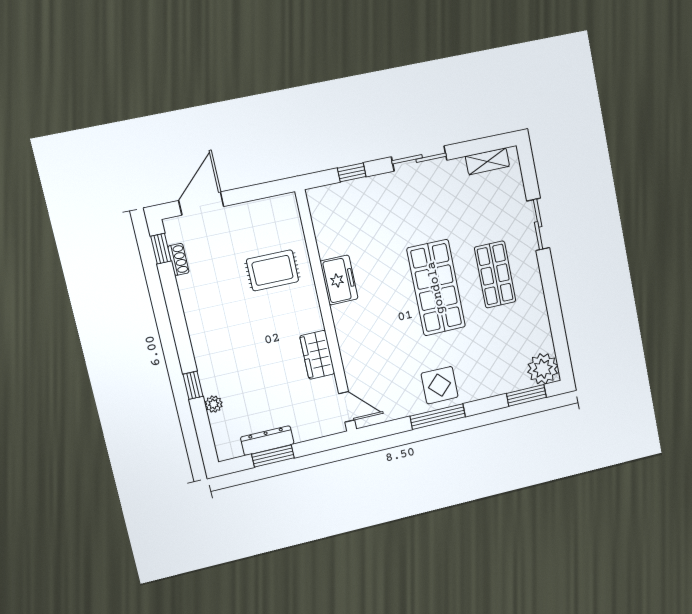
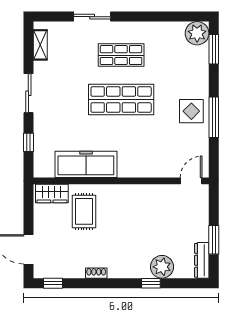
shoe rack: (178, 259) -> (96, 273), moved
freezer: (339, 280) -> (86, 164), width x1.91, depth x1.26
wardrobe: (317, 355) -> (52, 193), moved
plant: (214, 404) -> (162, 267), width x1.87, depth x1.87
dresser: (267, 441) -> (202, 260), moved

